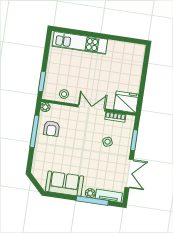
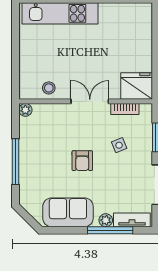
window: (42, 81) -> (15, 75), removed
armchair: (52, 129) -> (82, 161), moved
window: (34, 131) -> (15, 162), moved

